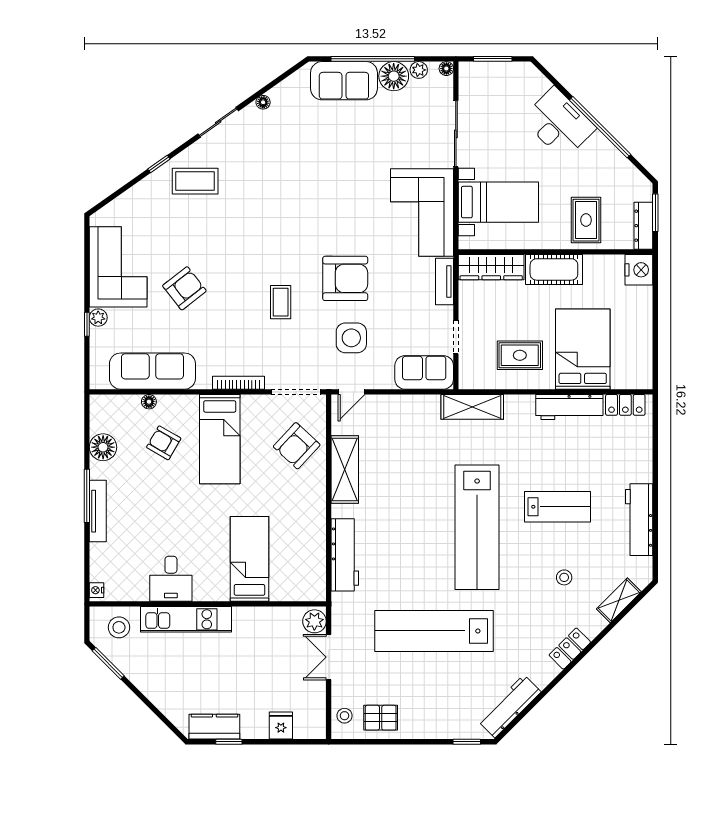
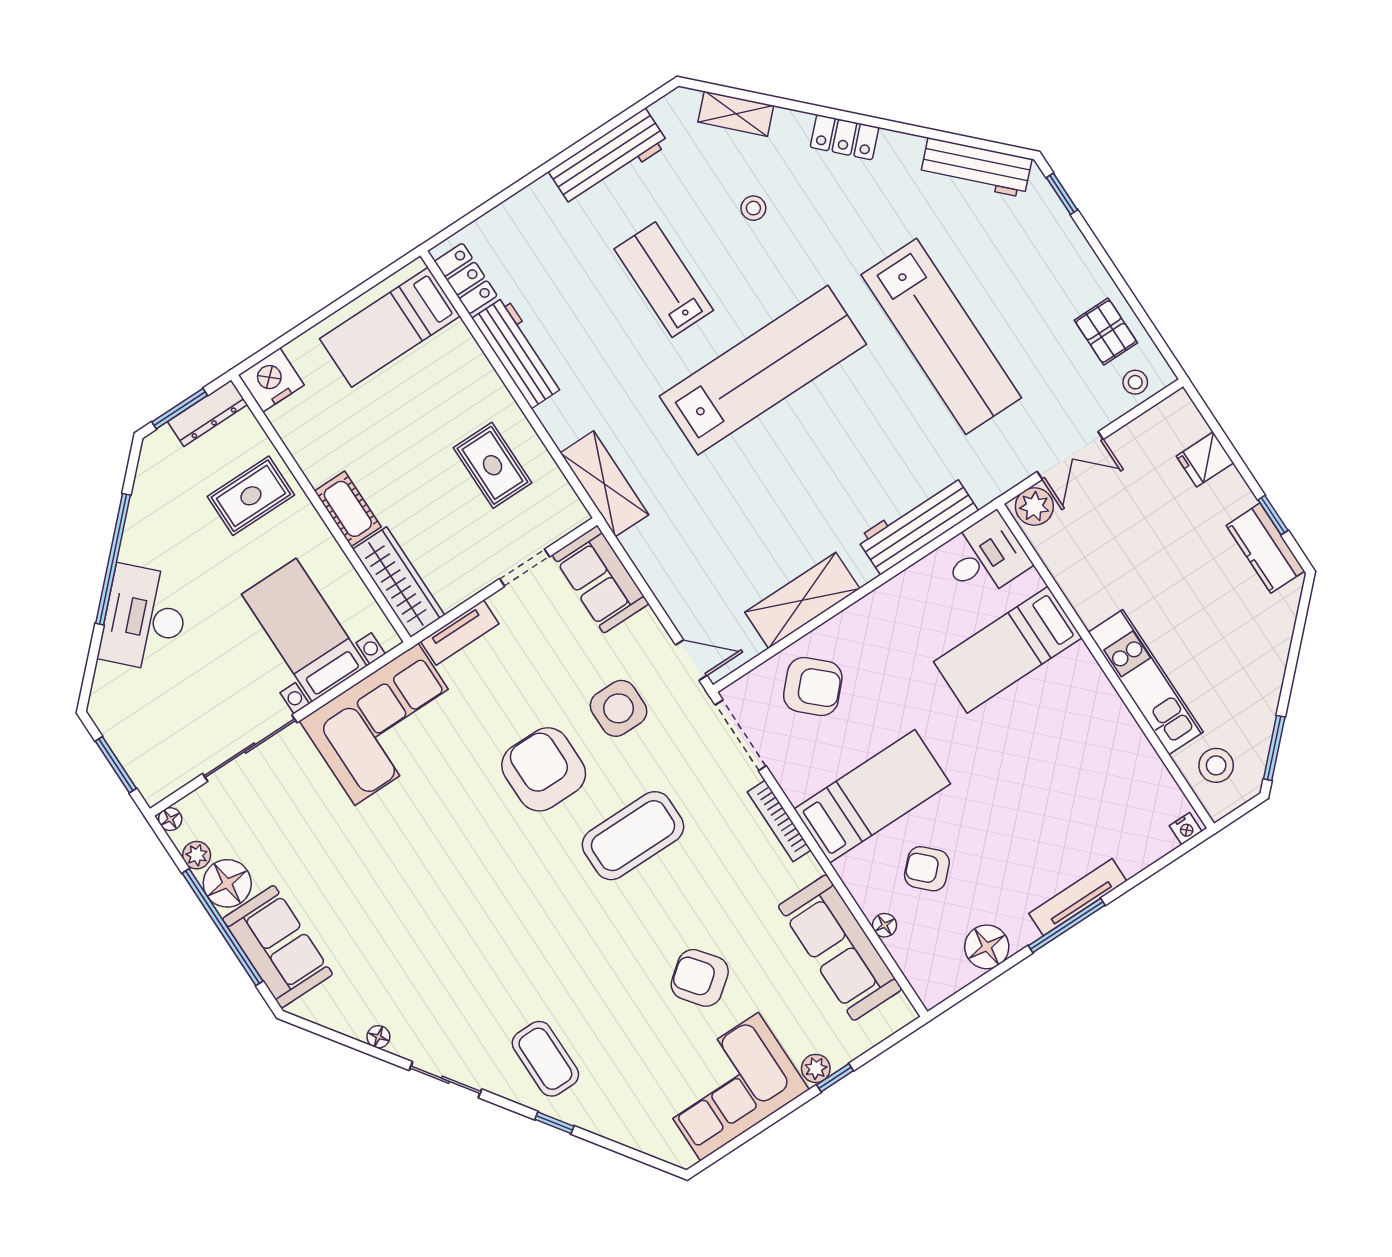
cot: (554, 269) -> (348, 509), width x0.73, depth x0.75
coffee table: (281, 302) -> (633, 836), width x1.86, depth x1.72
bed: (583, 349) -> (390, 327), moved, width x0.67
armchair: (164, 443) -> (927, 869), turned 105
desk: (171, 579) -> (985, 557), moved

